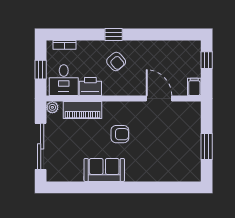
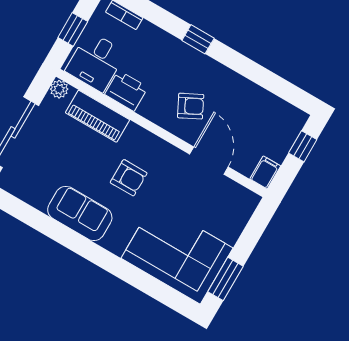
armchair: (116, 61) -> (191, 106), moved, turned -76
window: (207, 146) -> (225, 279), moved
corner sofa: (171, 160) -> (177, 253), added

